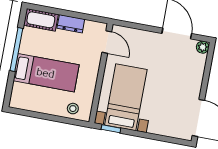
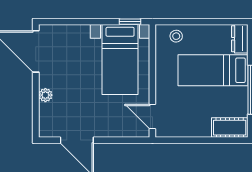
dresser: (71, 24) -> (240, 39), moved, turned -90
plant: (203, 47) -> (45, 95), moved

